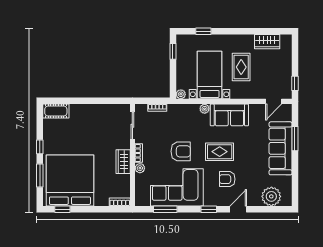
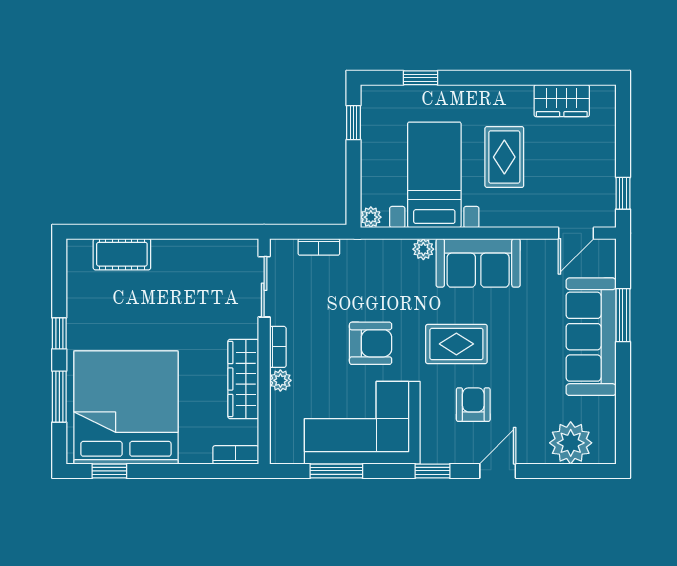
cot: (56, 111) -> (122, 254), moved
wardrobe: (123, 162) -> (243, 379), width x1.50
armchair: (227, 179) -> (473, 405), turned 90

